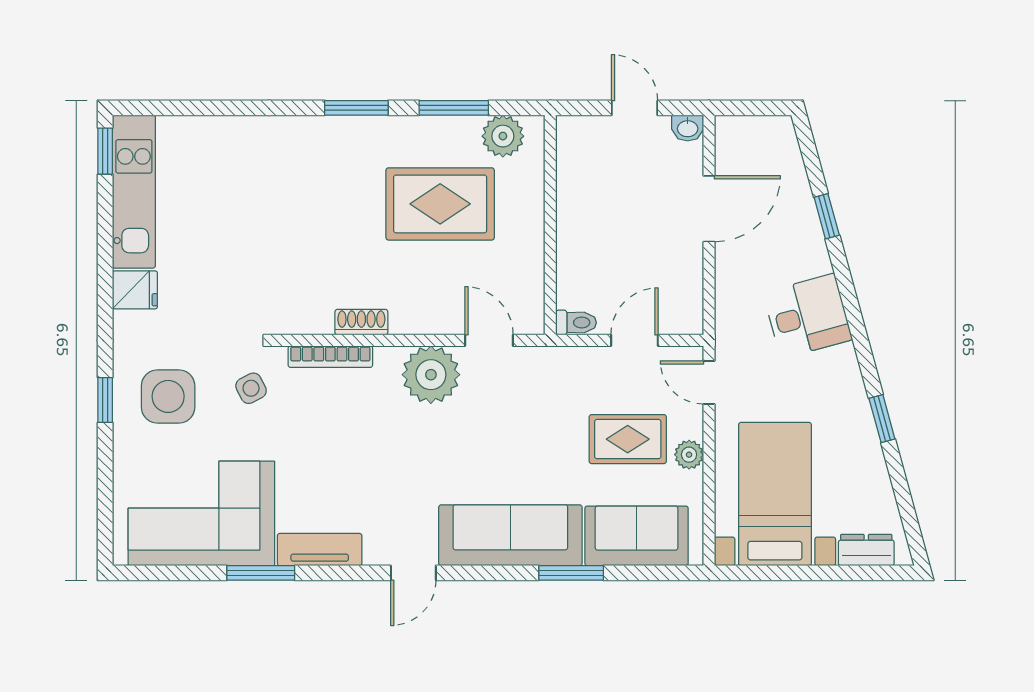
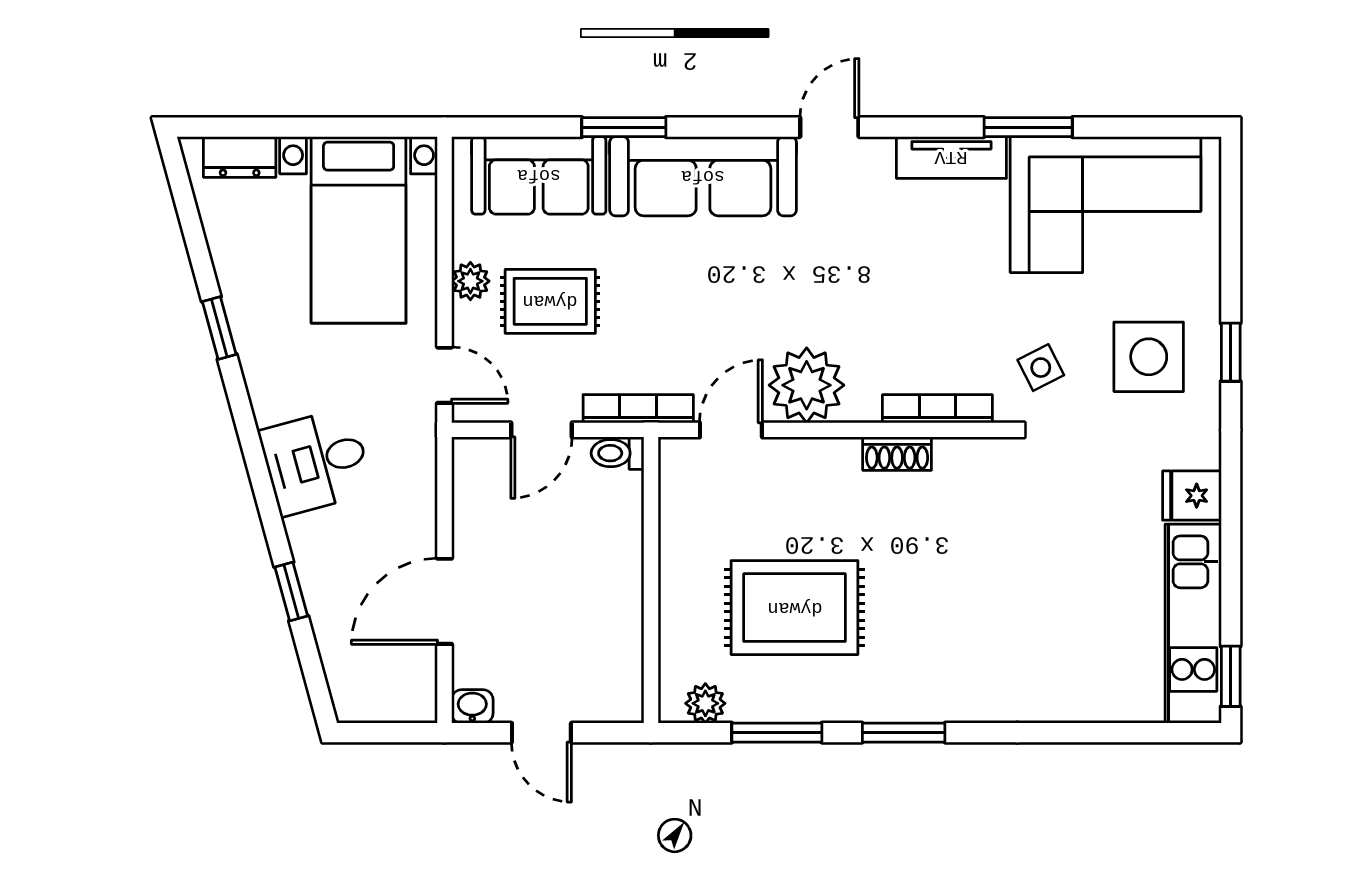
plant: (503, 136) -> (705, 703), width x0.73, depth x0.73
door: (489, 340) -> (731, 430), swing flipped
bookcase: (560, 357) -> (638, 409), added

